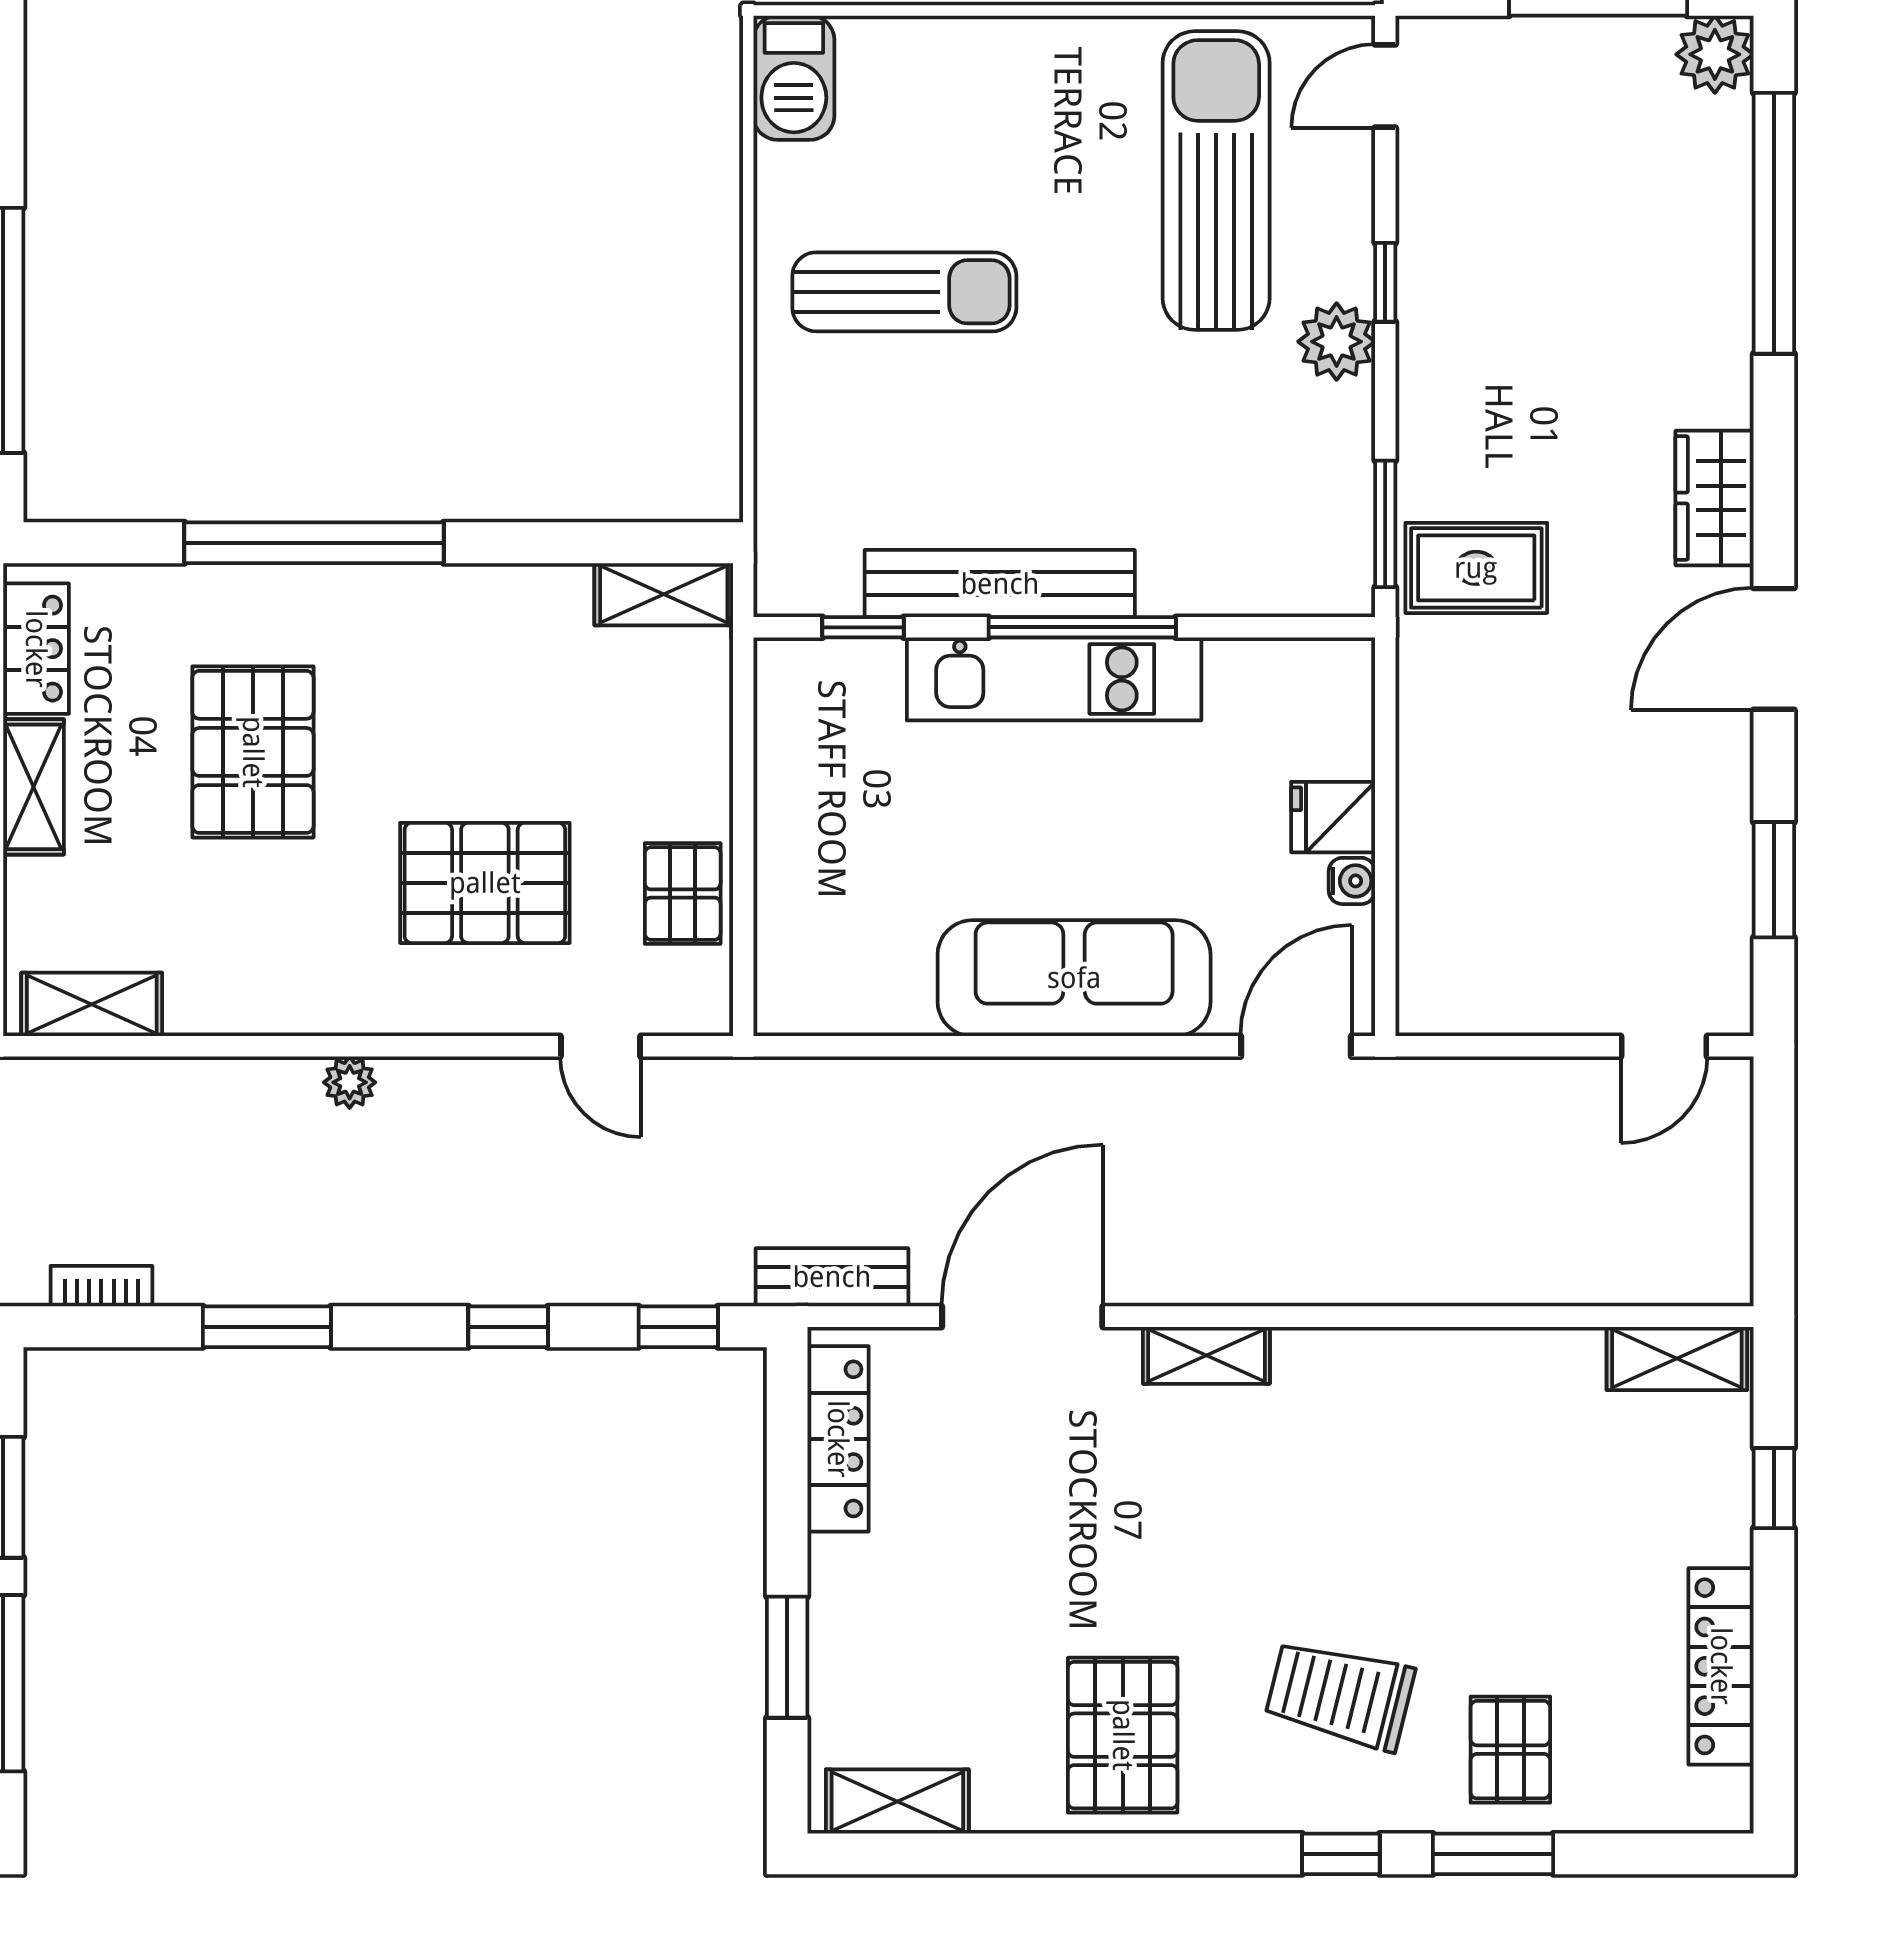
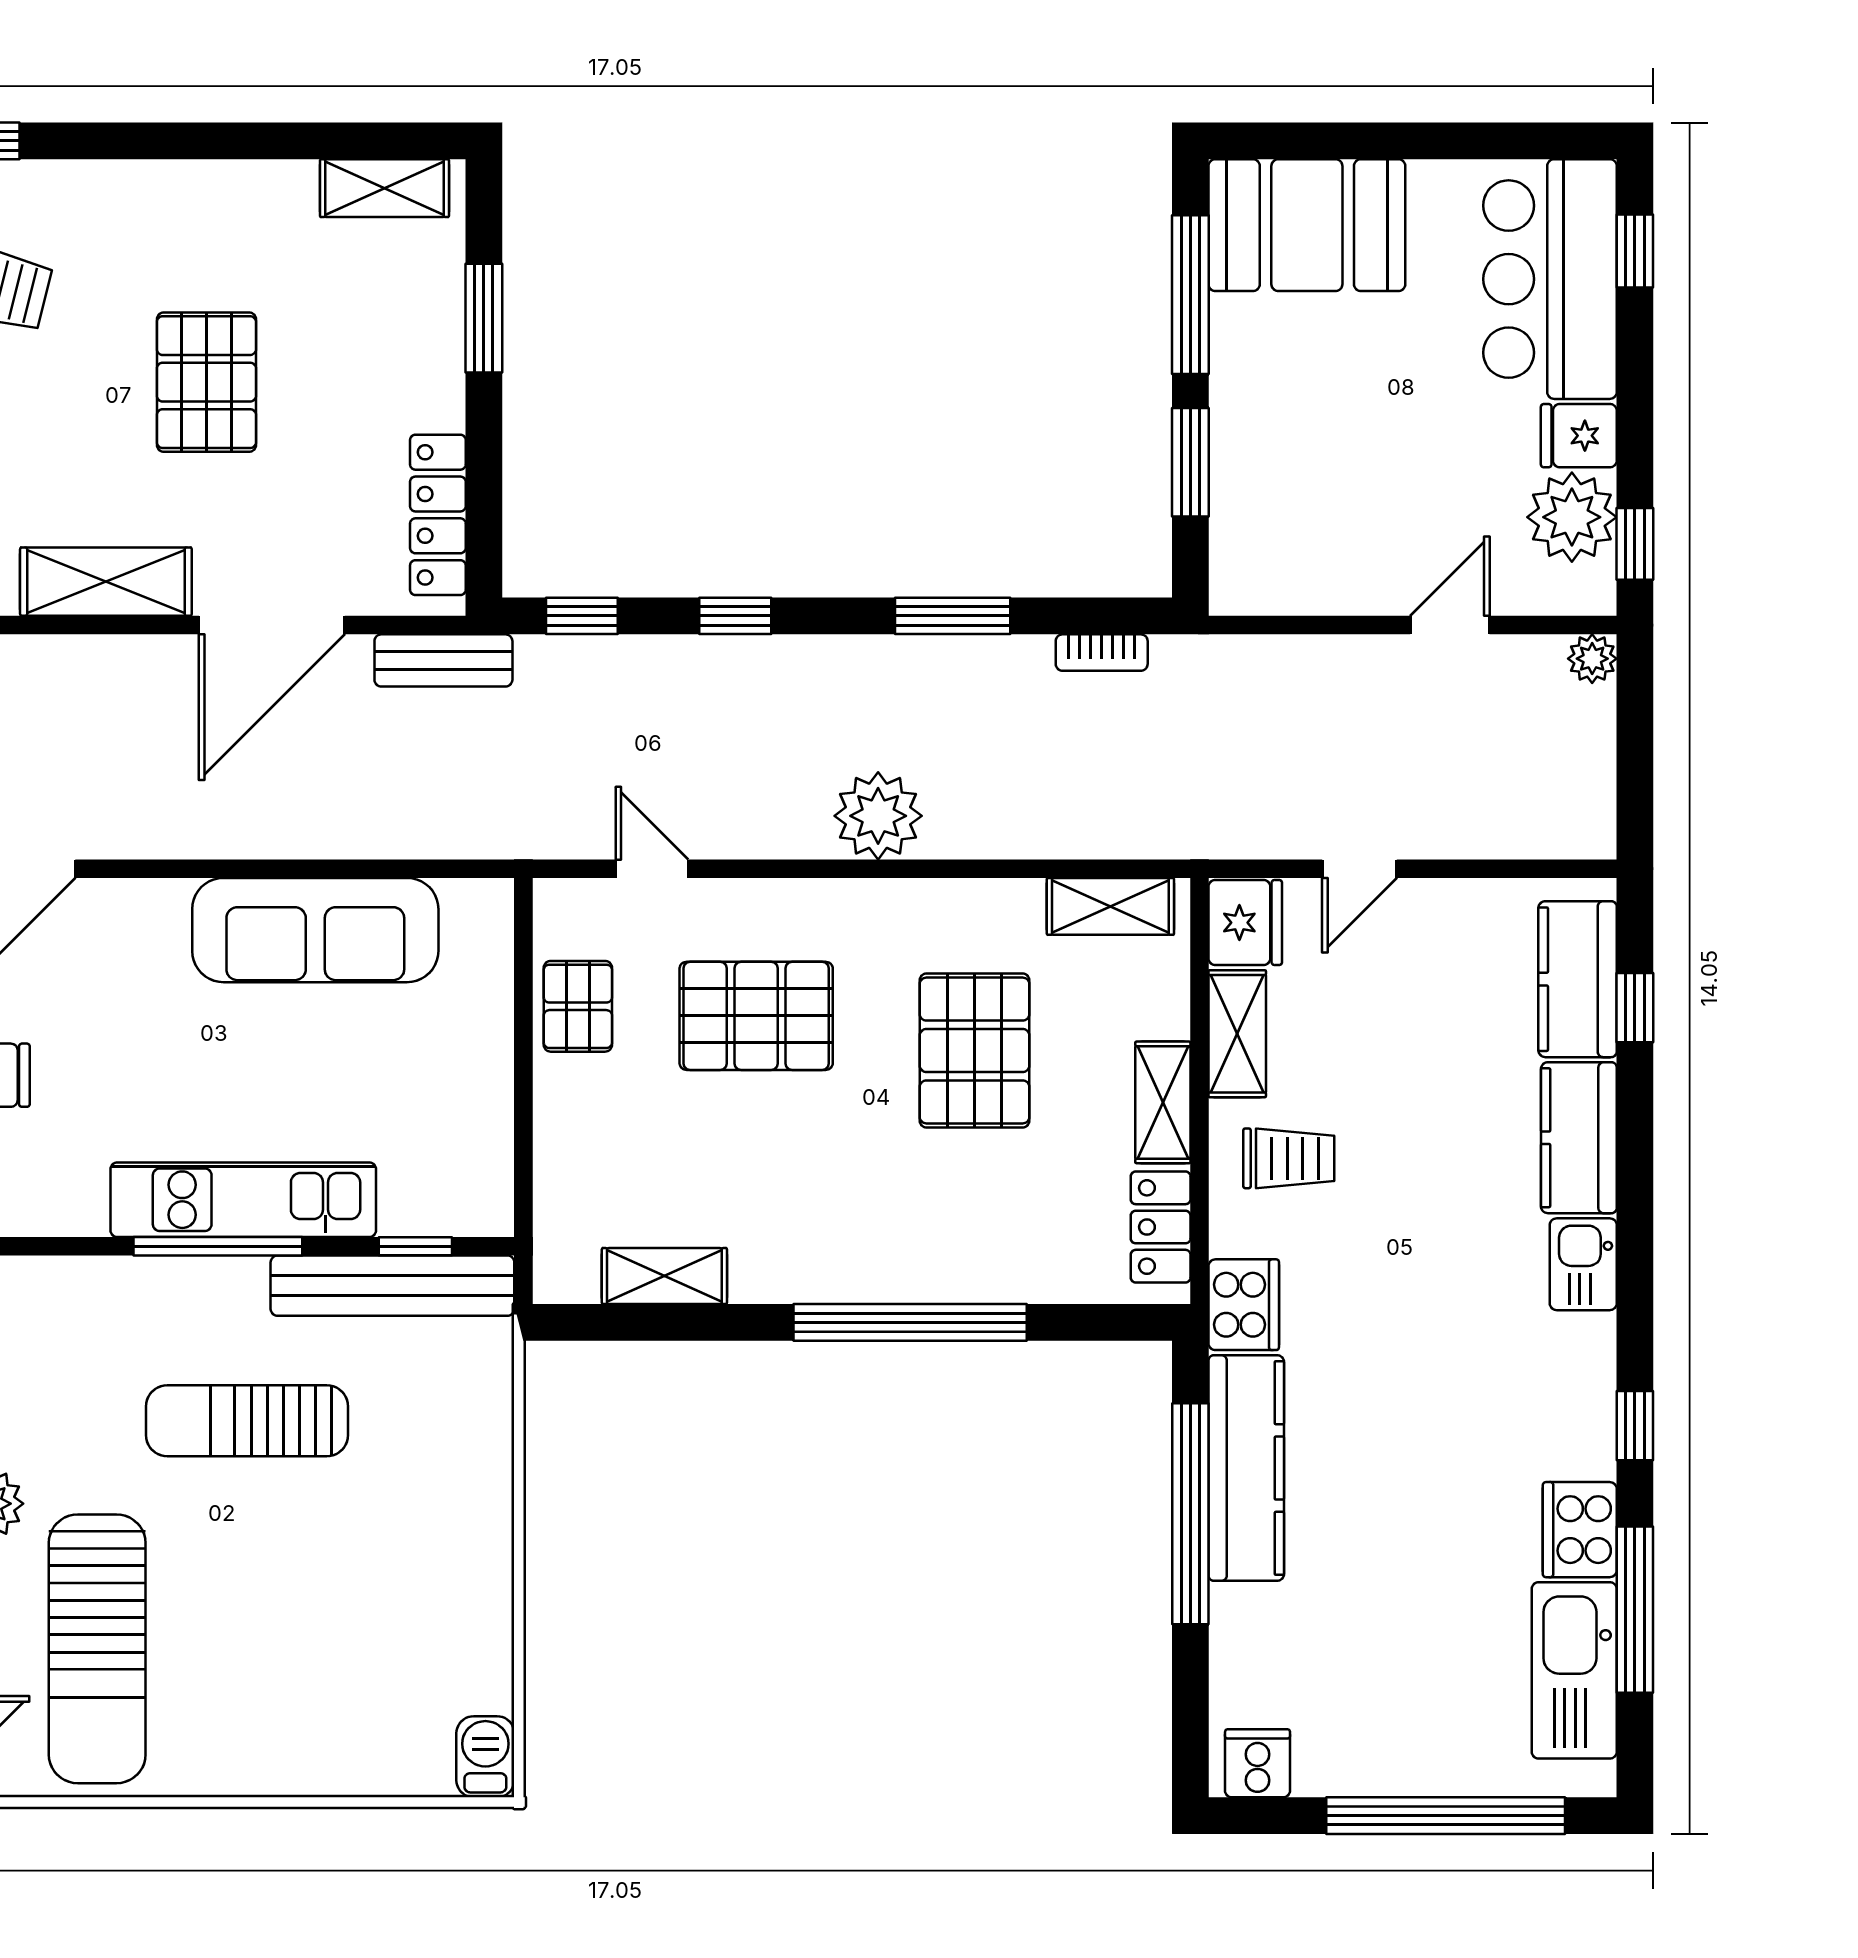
barbecue: (794, 78) -> (485, 1757), width x0.73, depth x0.79
sun lounger: (904, 292) -> (247, 1421), moved
bench: (1000, 584) -> (392, 1286), moved
shelving: (664, 594) -> (664, 1276), moved
pallet: (253, 752) -> (975, 1050), moved
sofa: (1074, 978) -> (315, 930), moved
plant: (350, 1082) -> (878, 816), width x1.88, depth x1.88
shelving: (1206, 1355) -> (106, 582), width x1.50, depth x1.33
pallet: (1123, 1735) -> (206, 382), moved

